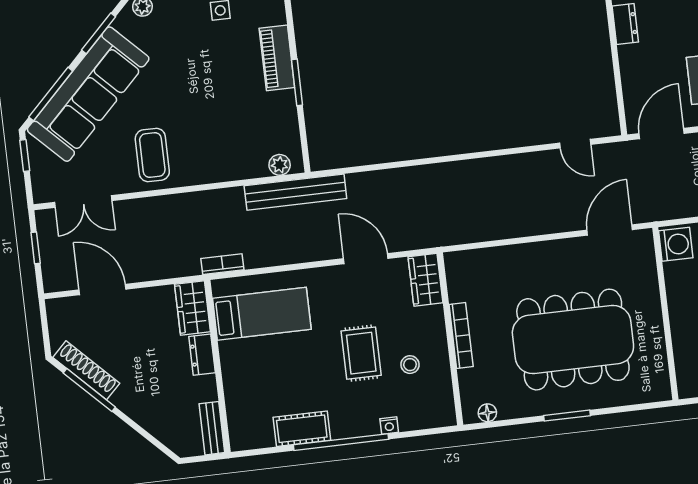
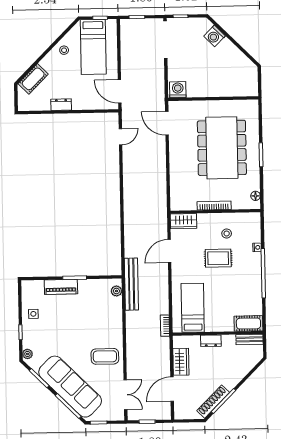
wardrobe: (193, 308) -> (181, 362), moved, turned -90
cot: (302, 429) -> (248, 323), moved, turned 90

